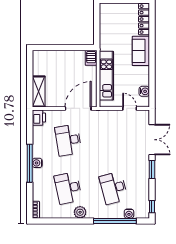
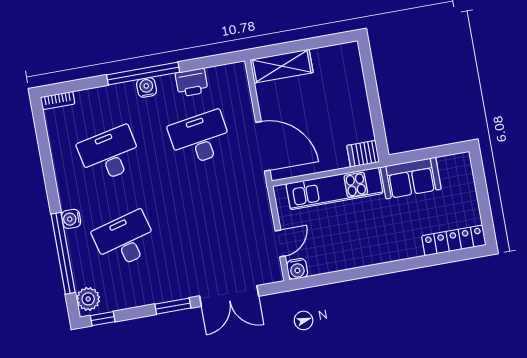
sofa: (141, 51) -> (411, 178), moved, turned 180
water cooler: (144, 91) -> (297, 269), moved
printer: (39, 118) -> (192, 82), moved
plant: (80, 212) -> (88, 299), moved
water cooler: (129, 214) -> (71, 219), moved

